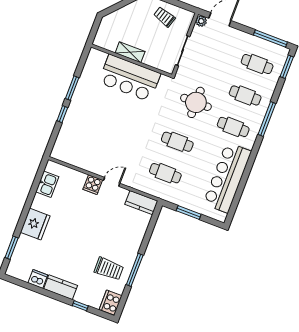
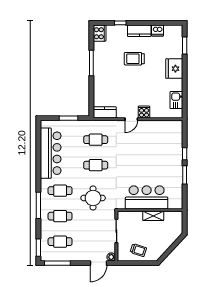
trolley: (109, 269) -> (134, 59), moved

